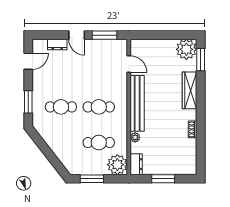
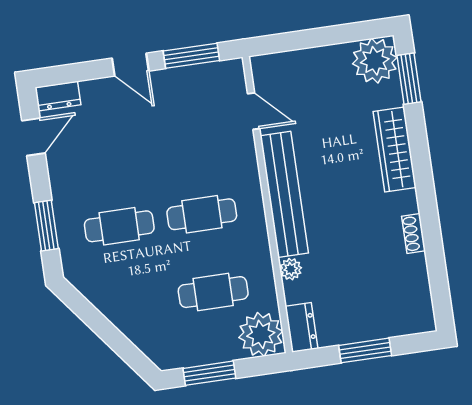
dresser: (57, 44) -> (58, 96), moved

